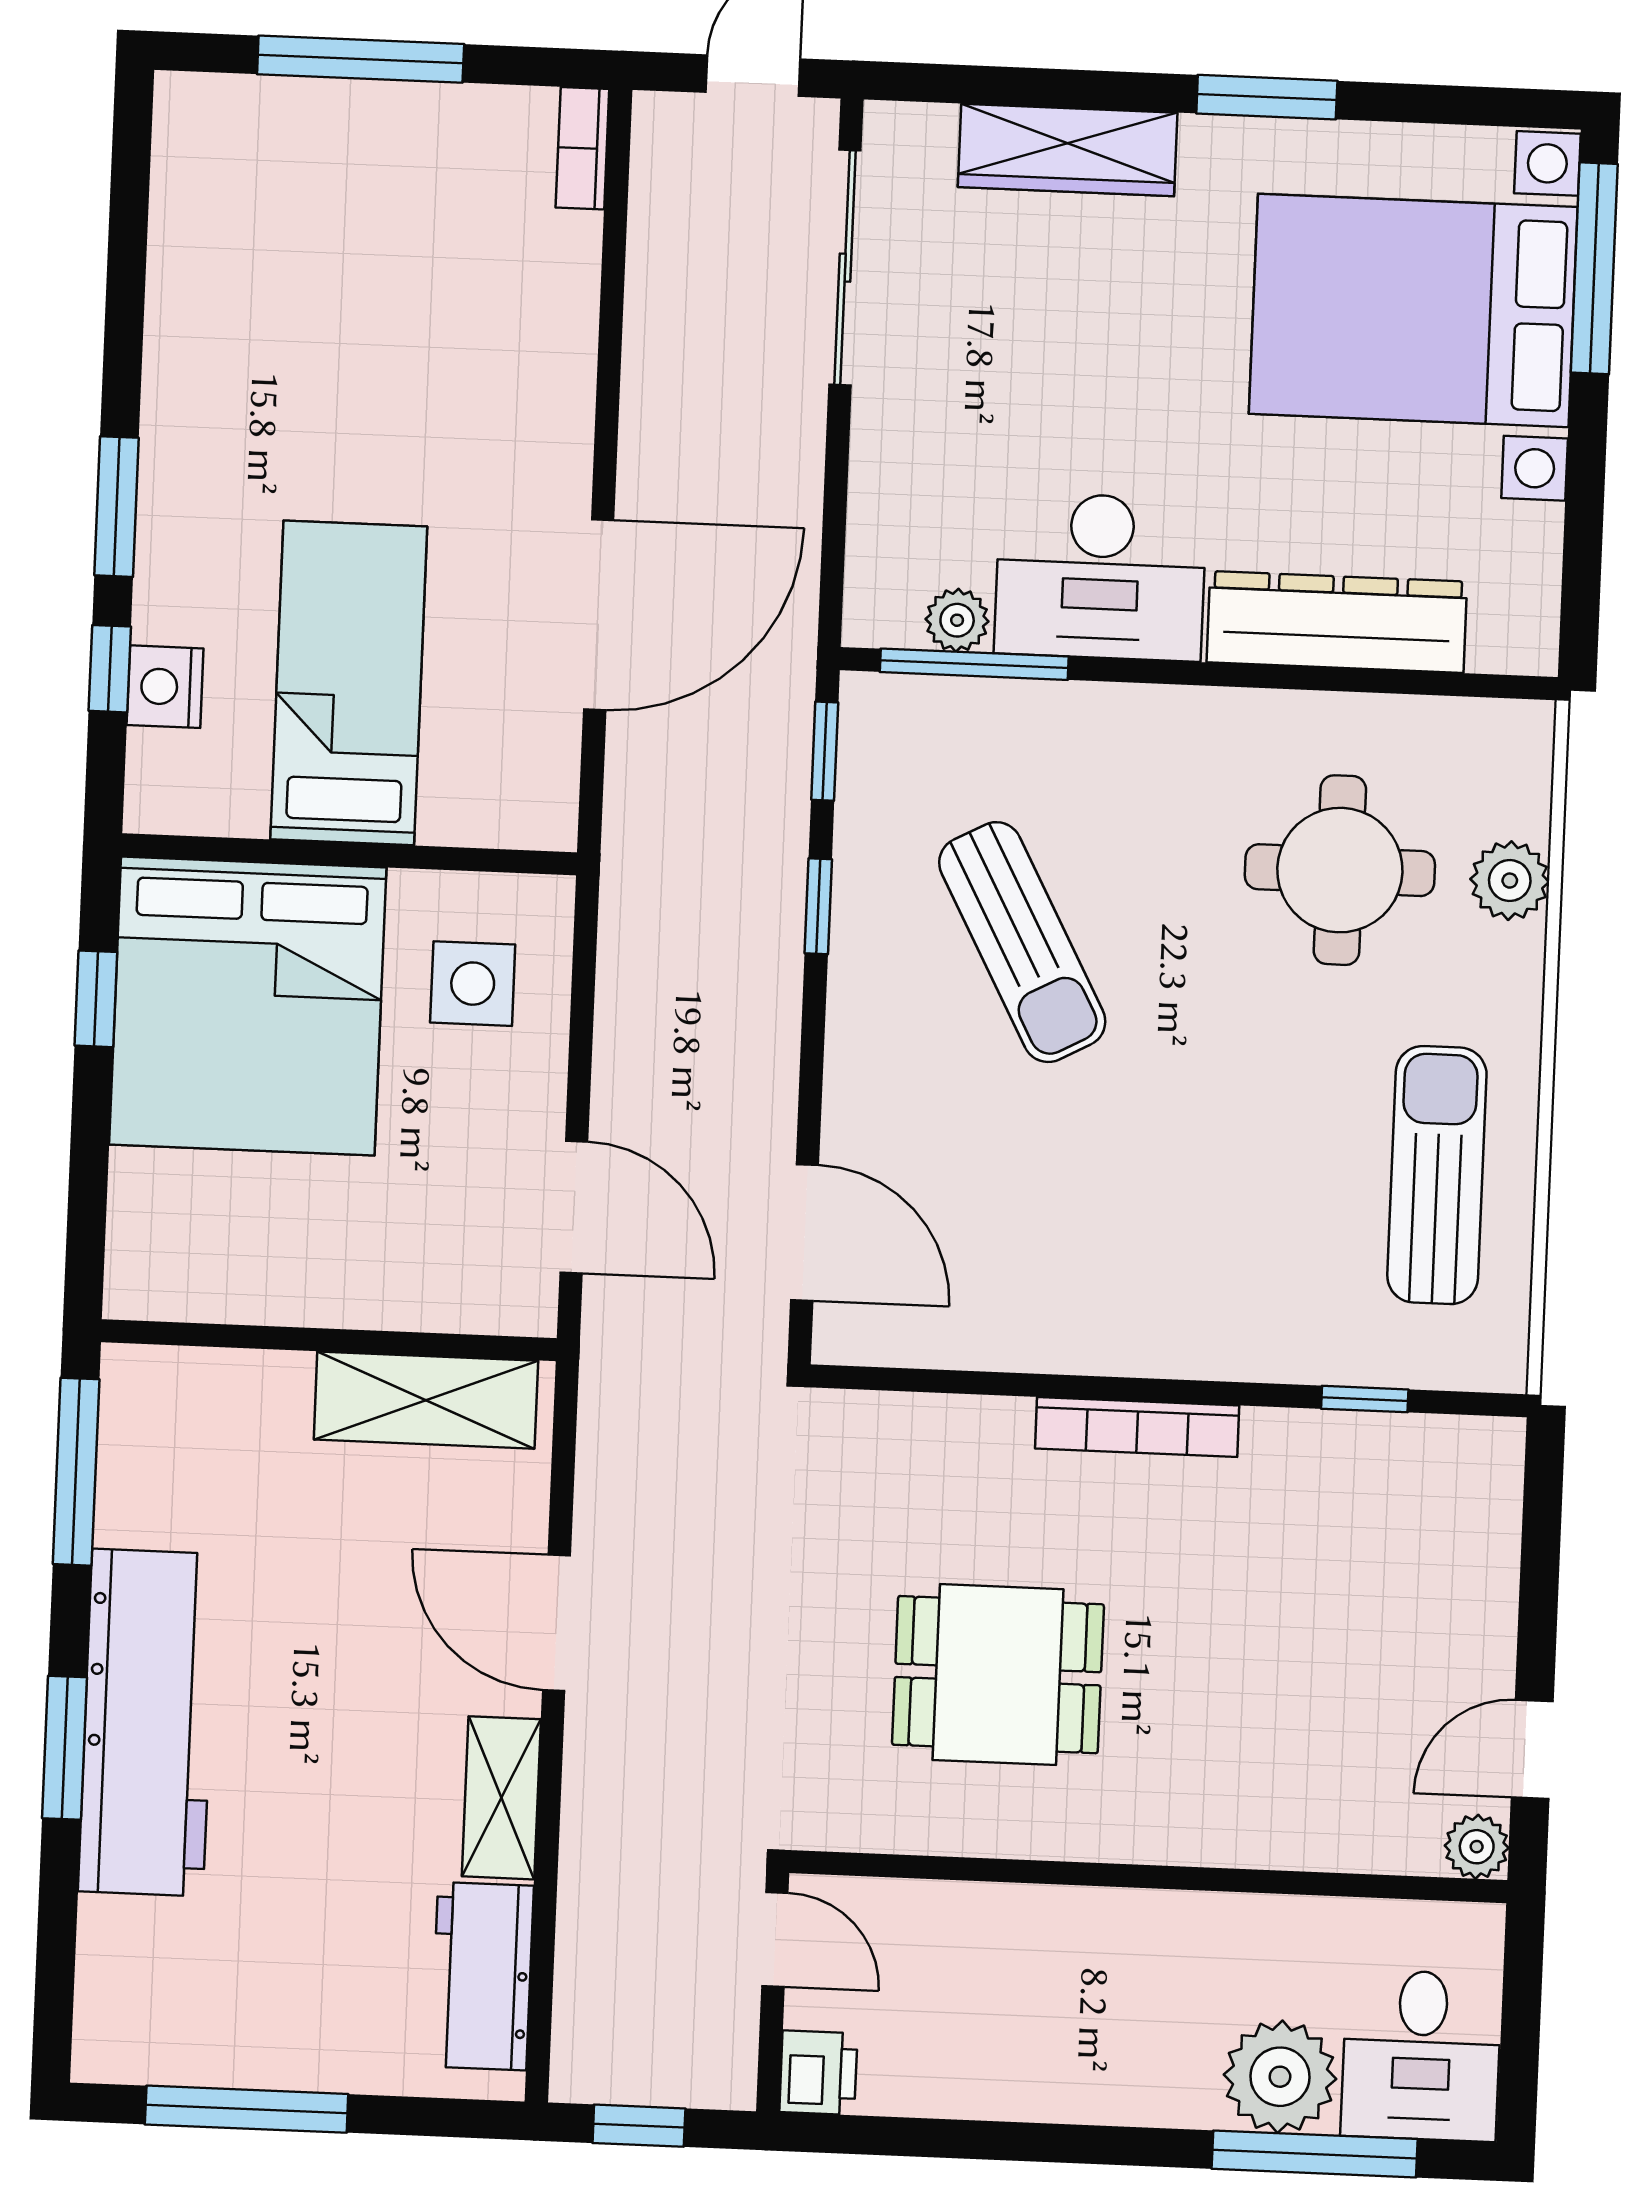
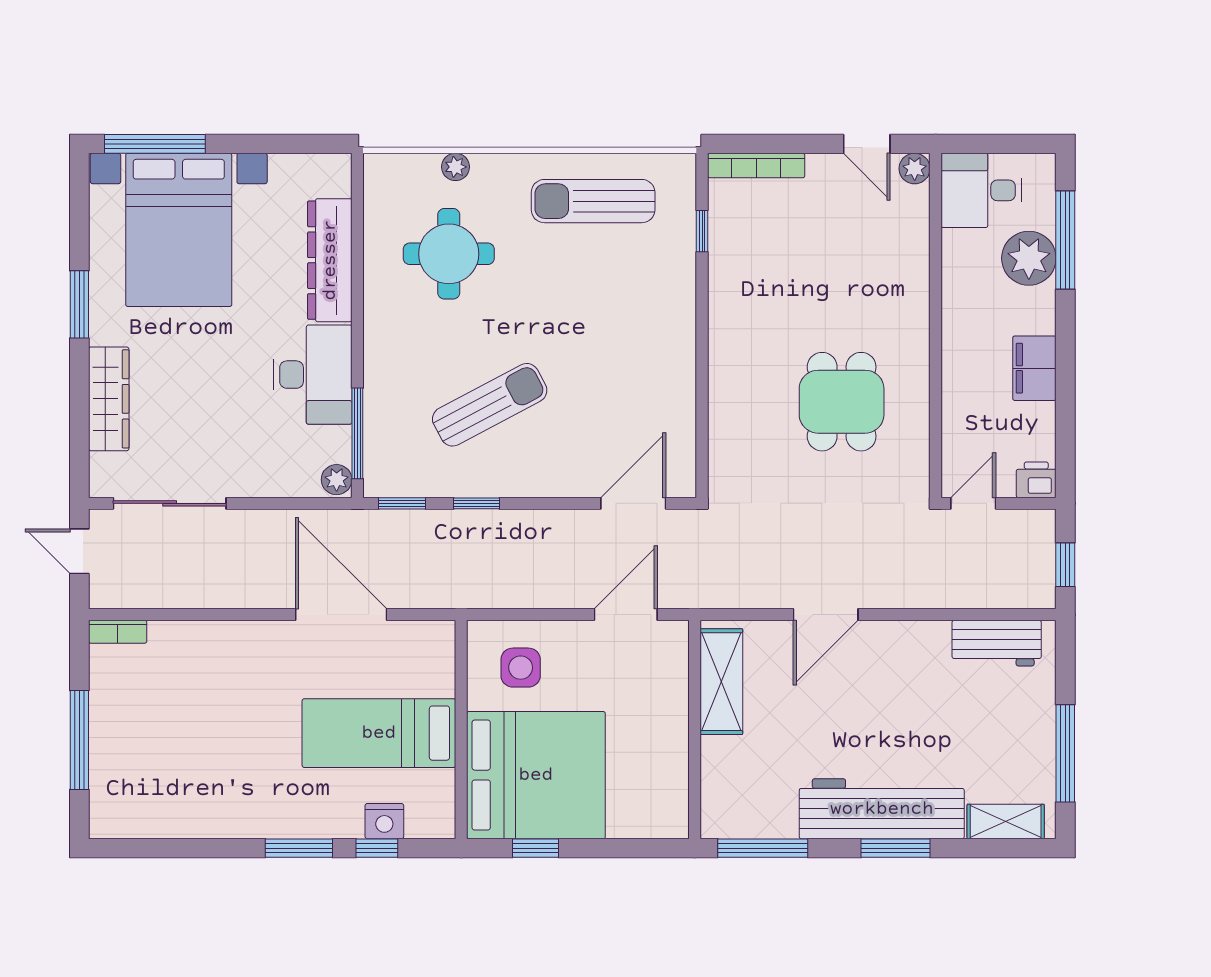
plant: (957, 620) -> (337, 480), moved
plant: (1510, 881) -> (456, 167), width x0.73, depth x0.73
bookcase: (1137, 1427) -> (756, 166), moved, turned 90
shelving: (501, 1798) -> (1006, 821), moved
desk: (1421, 2055) -> (981, 190), moved, turned 180
filing cabinet: (1051, 2079) -> (1034, 368), added

